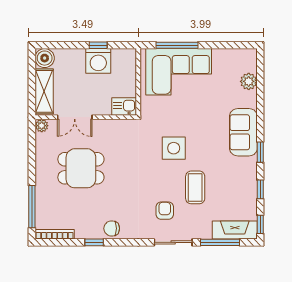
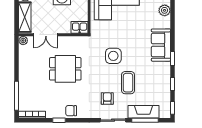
dining table: (81, 168) -> (65, 69), moved
fireplace: (235, 230) -> (144, 112), moved

